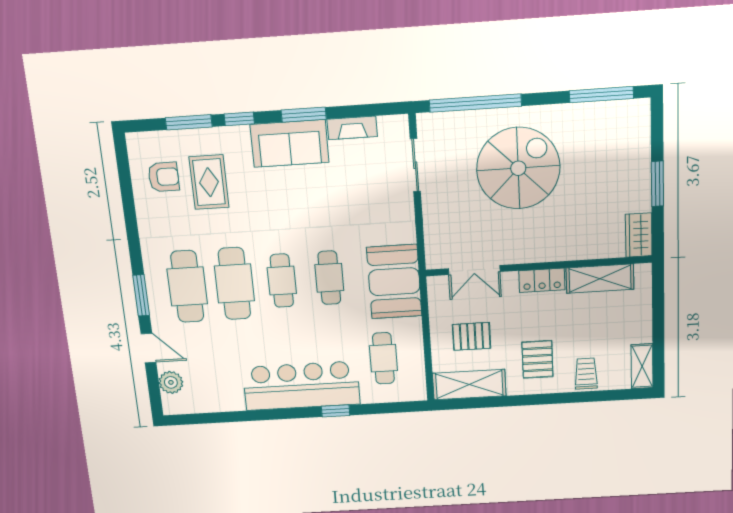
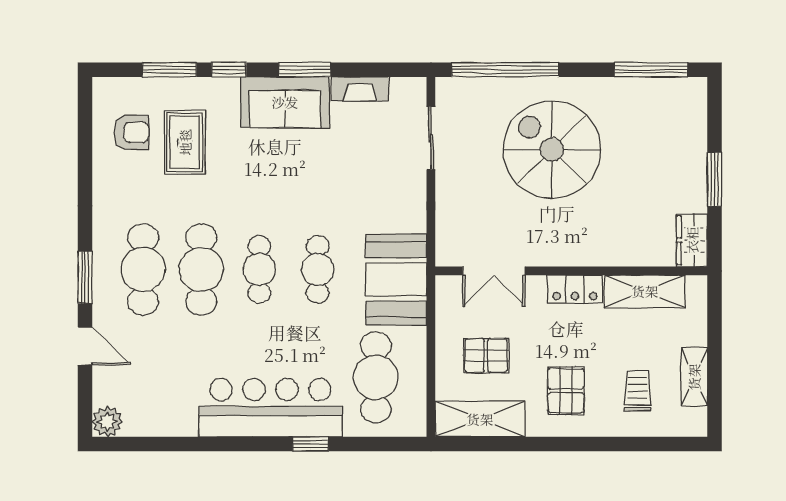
spiral stairs: (518, 168) -> (552, 150), turned -90
cafe table: (383, 358) -> (376, 377), width x1.37, depth x1.35
shelving: (642, 366) -> (694, 377), moved
trolley: (586, 374) -> (638, 391), moved
plant: (171, 382) -> (107, 422), moved

